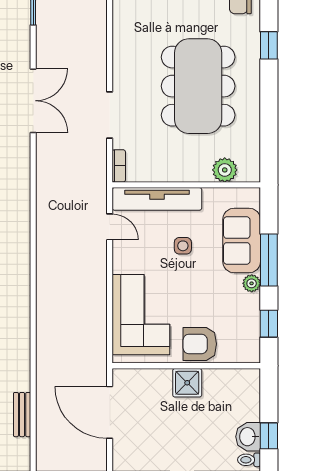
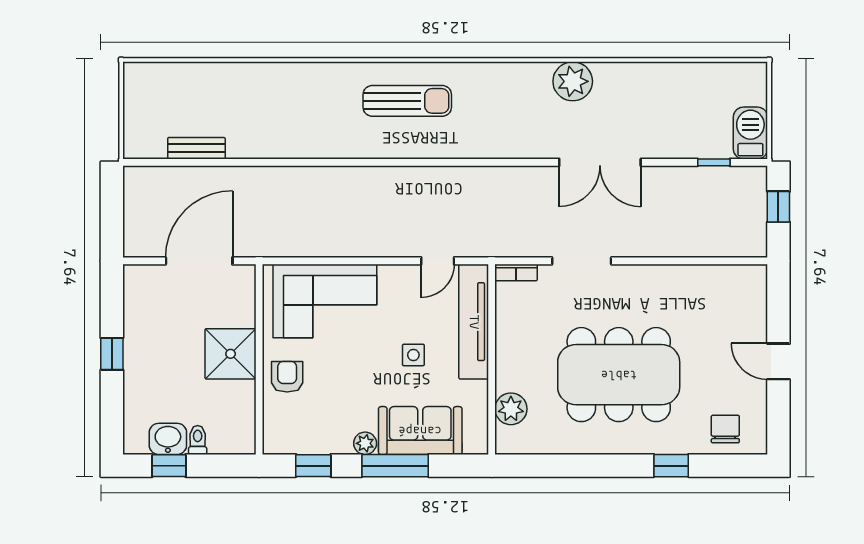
armchair: (200, 344) -> (287, 377), width x0.72, depth x0.72
shower: (187, 383) -> (231, 354), width x1.36, depth x1.36
toilet: (249, 460) -> (198, 440), moved

